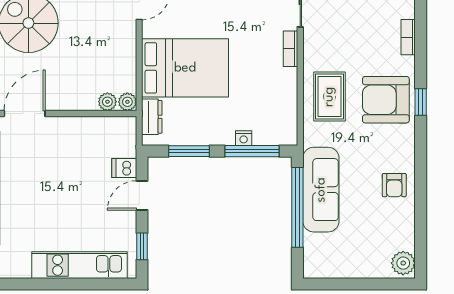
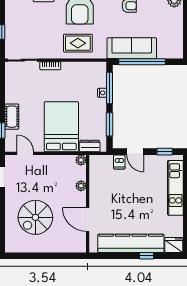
plant: (107, 102) -> (81, 186), moved

